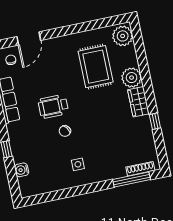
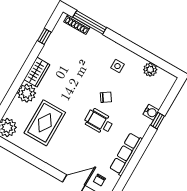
wheelchair: (53, 106) -> (99, 121), turned 180
window: (155, 121) -> (44, 36), moved
water cooler: (22, 170) -> (151, 112), moved
plant: (49, 185) -> (150, 70), added

